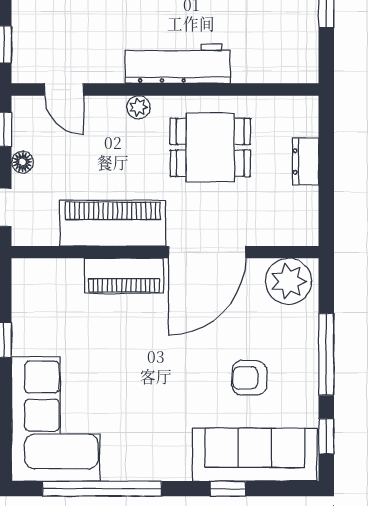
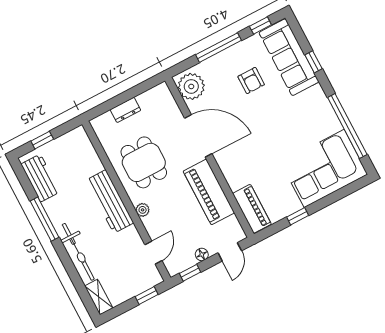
piano: (124, 276) -> (252, 209), moved

